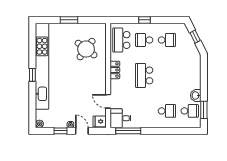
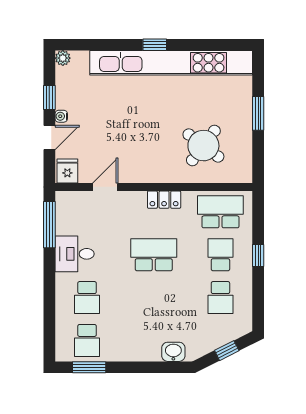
washbasin: (196, 95) -> (173, 352), moved
desk: (120, 118) -> (75, 254), moved, turned -90

